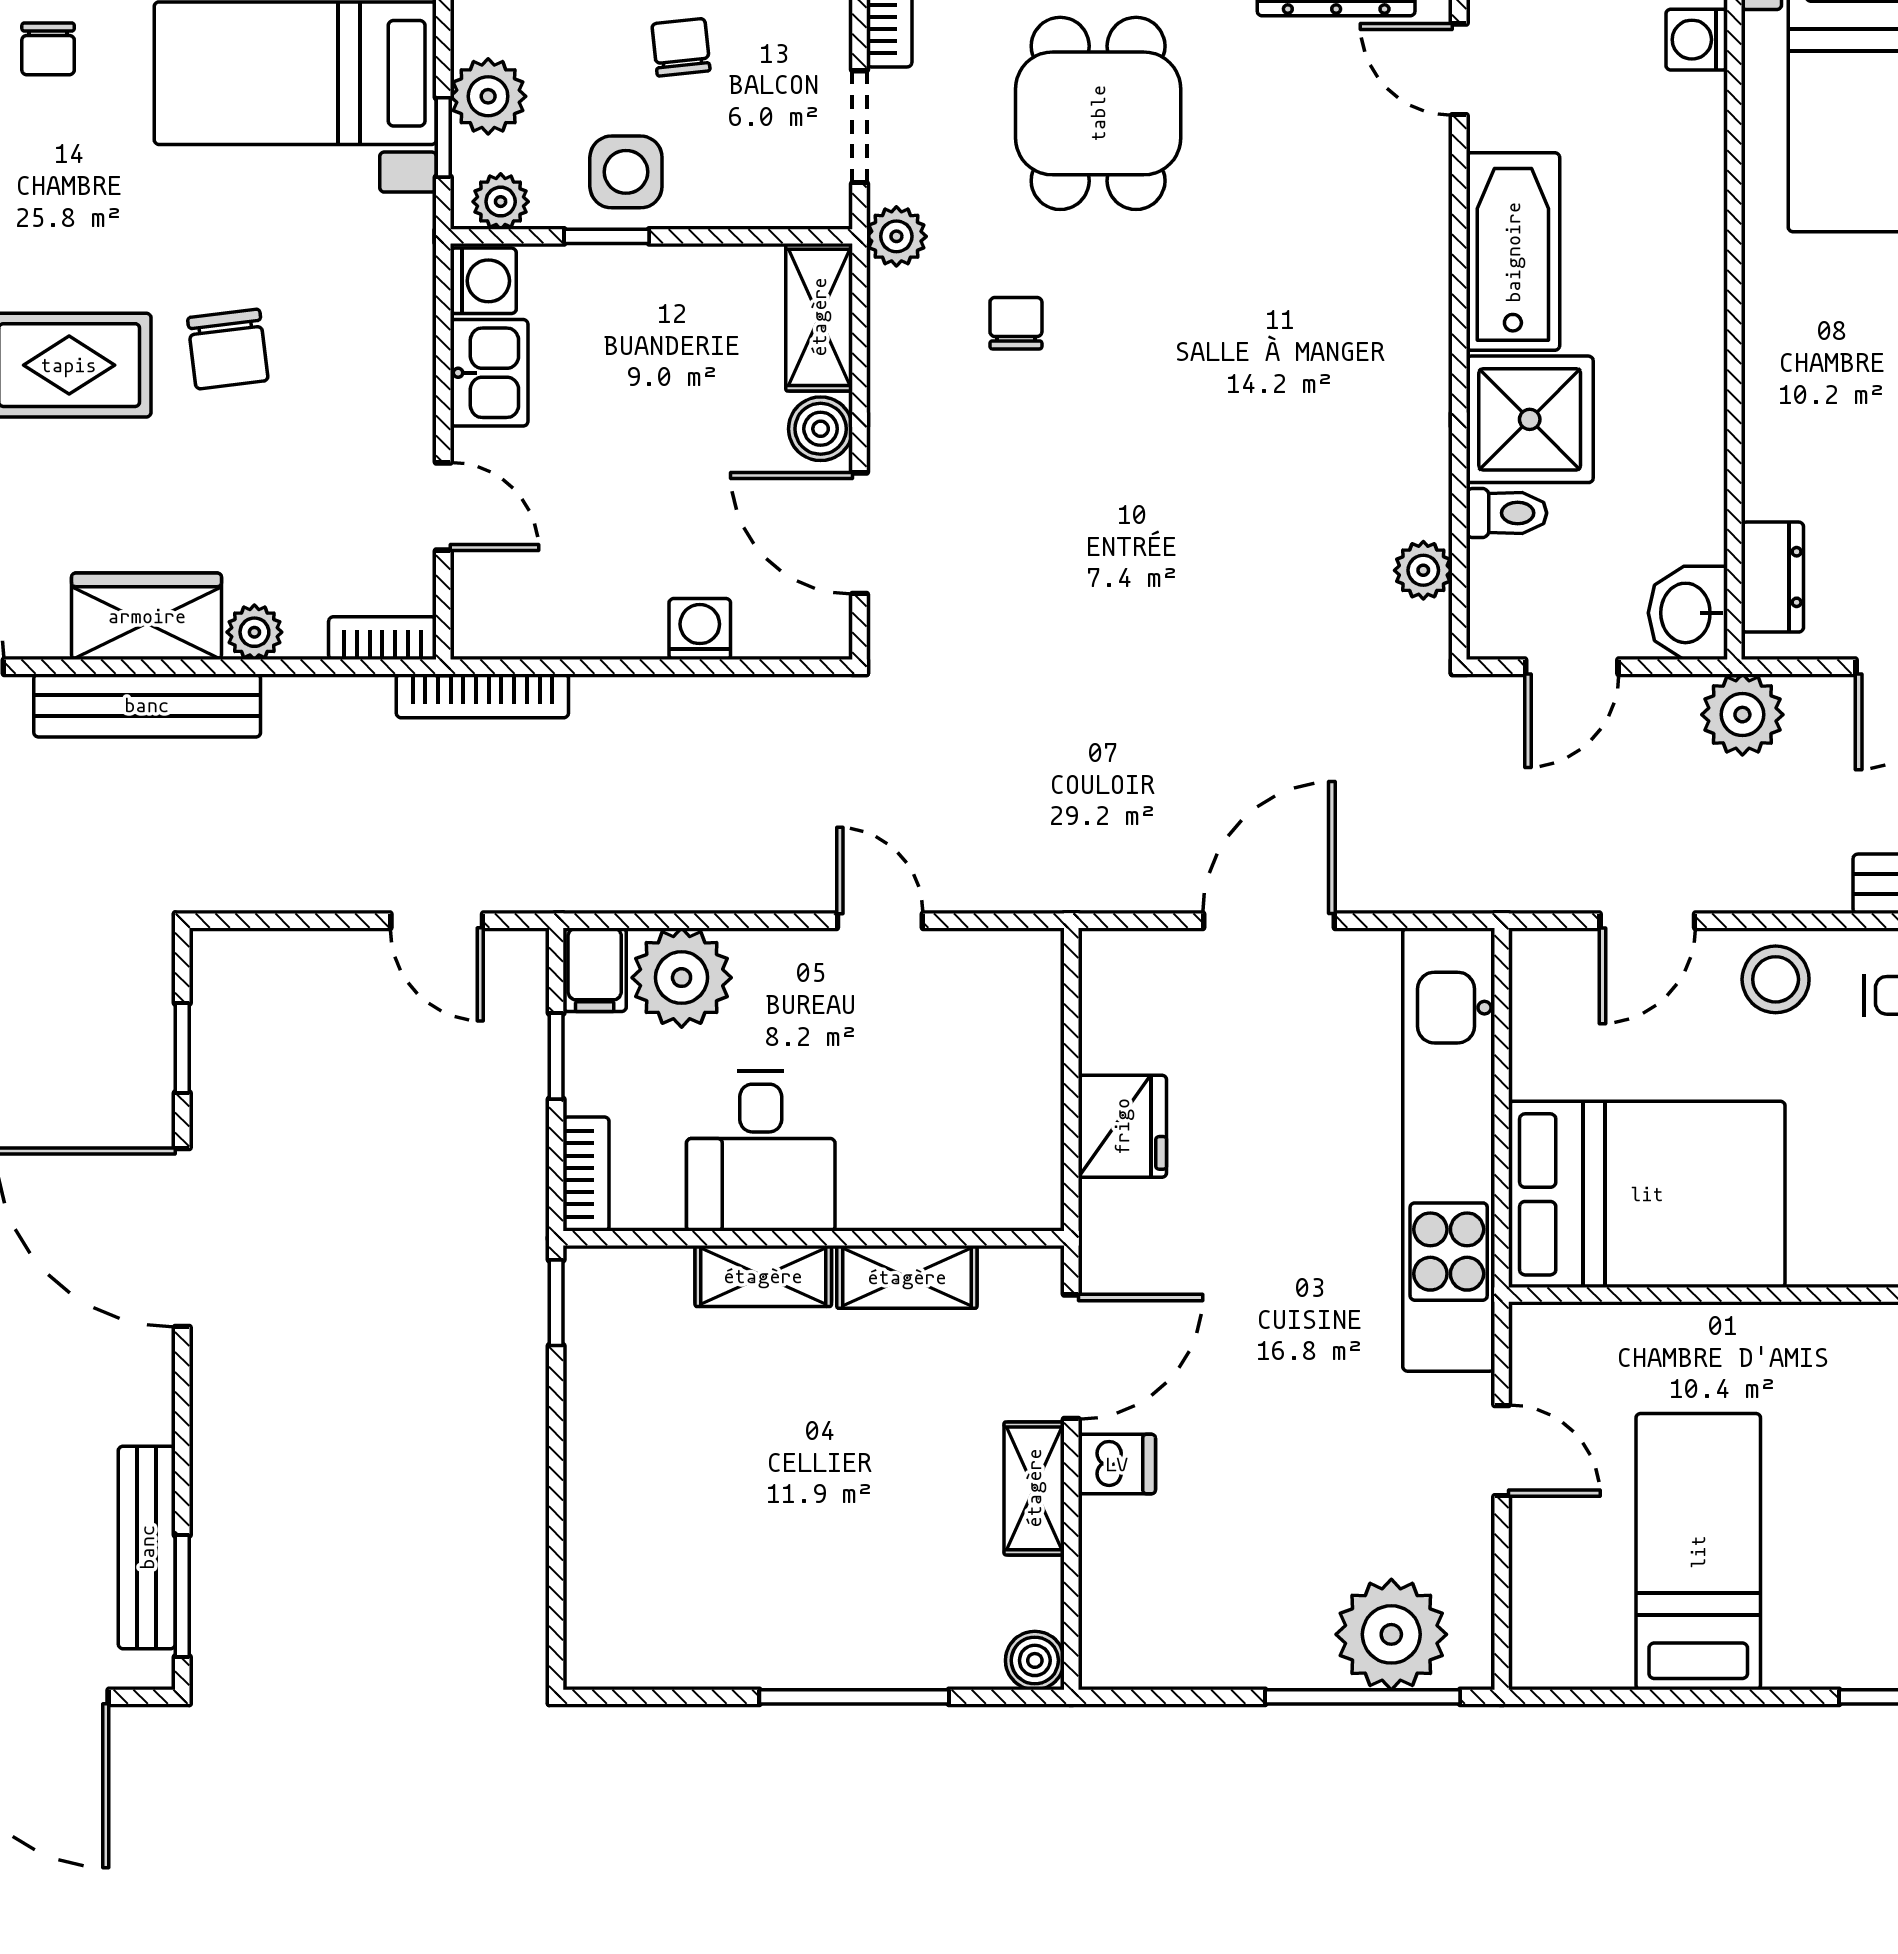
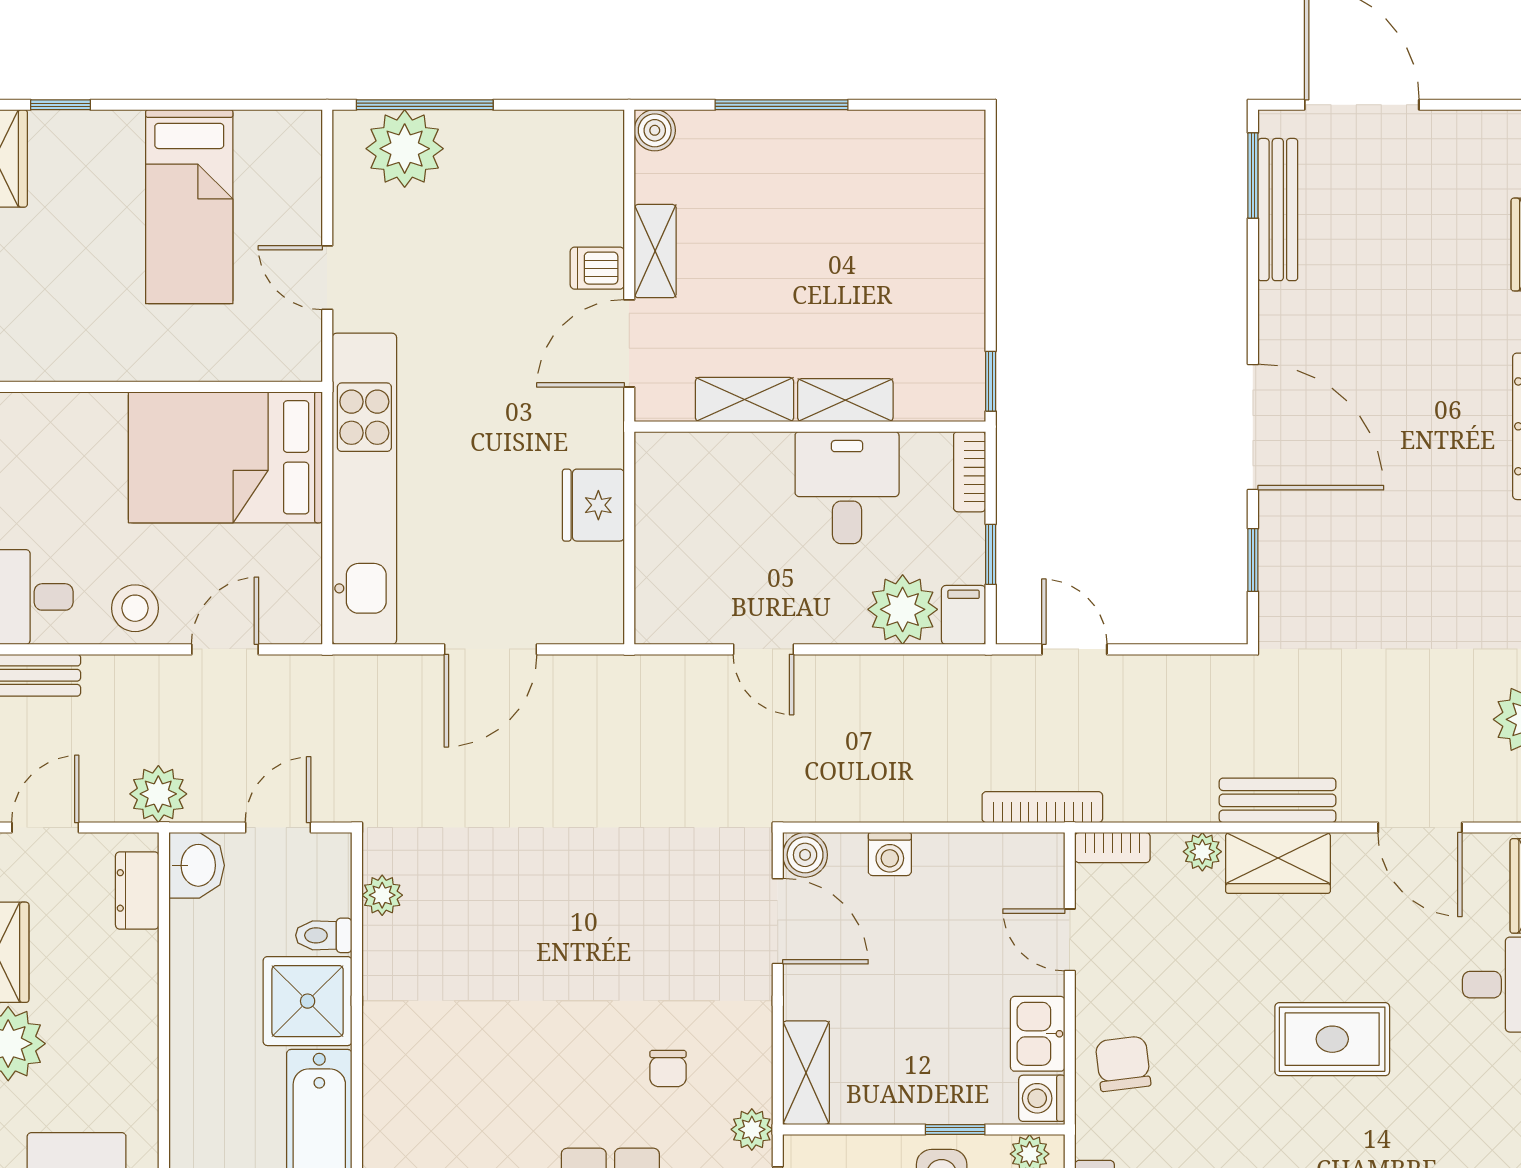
chair: (228, 349) -> (1123, 1064), moved
boiler: (821, 429) -> (805, 855), moved
bench: (147, 705) -> (1278, 800), width x0.73

